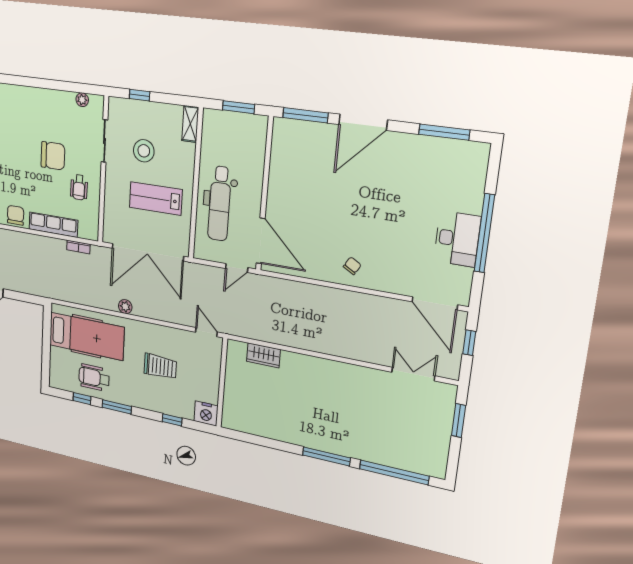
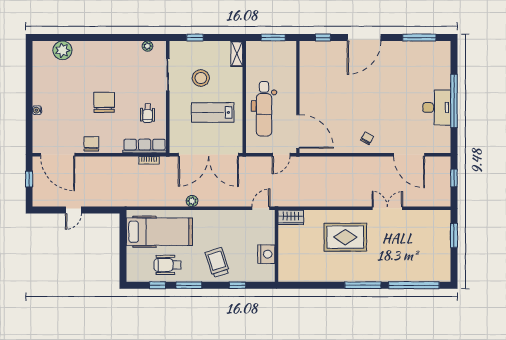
window: (305, 115) -> (323, 38), width x0.46
chair: (53, 156) -> (104, 102), moved, turned -90
row of seats: (53, 225) -> (145, 146), moved
door: (435, 303) -> (409, 155), moved
door: (206, 332) -> (261, 208), hinge flipped
wardrobe: (263, 355) -> (291, 217), moved
trolley: (160, 366) -> (217, 262), moved, turned -108
double door: (413, 374) -> (387, 208), moved
rug: (310, 391) -> (345, 237), added
nightstand: (206, 413) -> (266, 254), moved, turned -90

